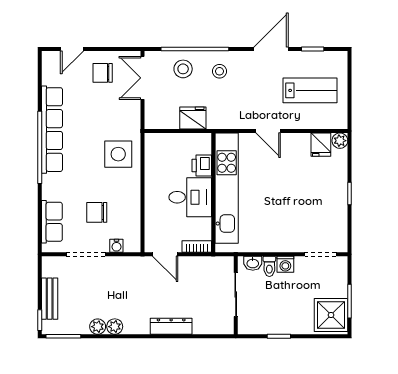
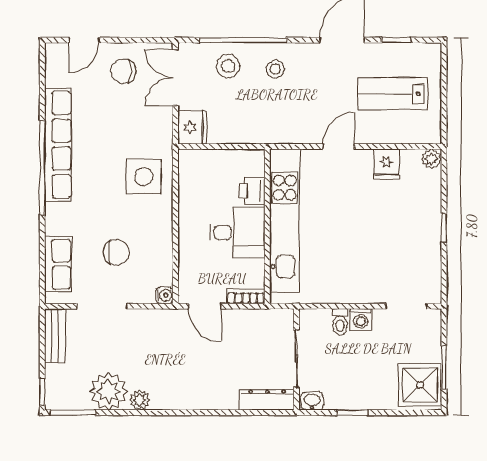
lab bench: (310, 90) -> (393, 94), turned 180
fridge: (193, 118) -> (192, 127), moved, turned 90
door: (268, 131) -> (338, 147), swing flipped
fridge: (321, 145) -> (387, 164), moved
chair: (97, 212) -> (116, 252), turned 180
water cooler: (116, 246) -> (165, 295), moved, turned -90
washbasin: (253, 263) -> (312, 401), moved, turned 180
bench: (50, 299) -> (55, 336), moved
dresser: (171, 326) -> (267, 400), moved
plant: (98, 327) -> (108, 391), width x1.87, depth x1.87

